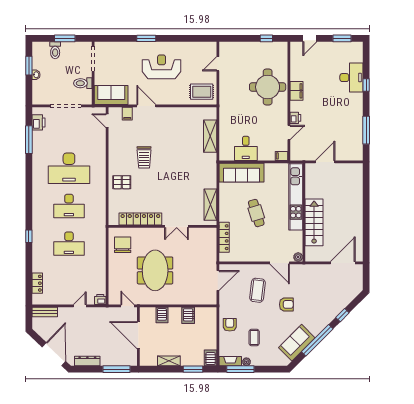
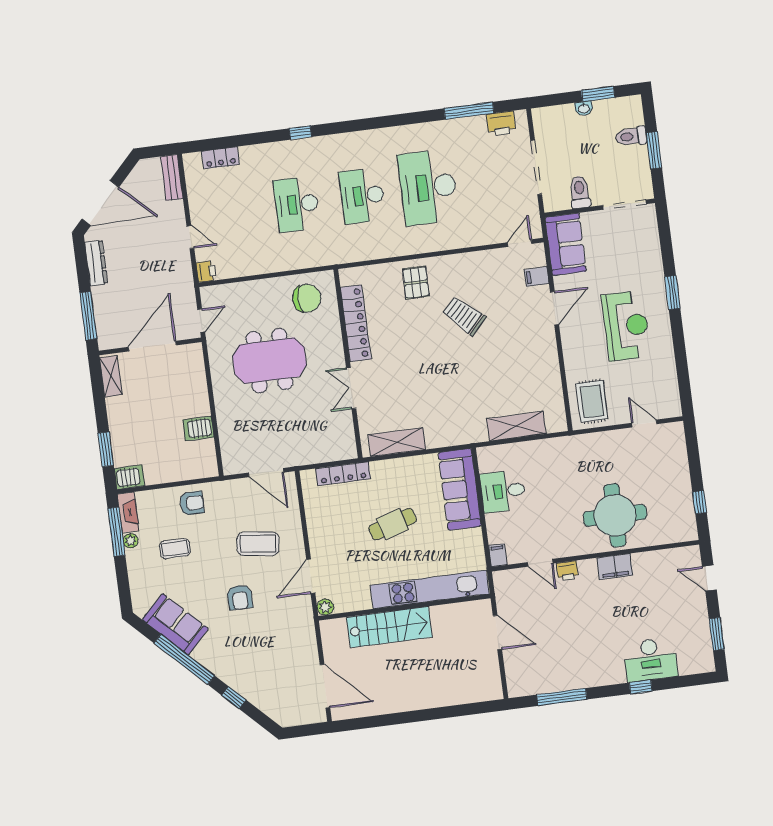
trolley: (144, 157) -> (464, 316), turned 43
server rack: (162, 315) -> (193, 383), removed
shelving: (169, 361) -> (111, 376), moved

